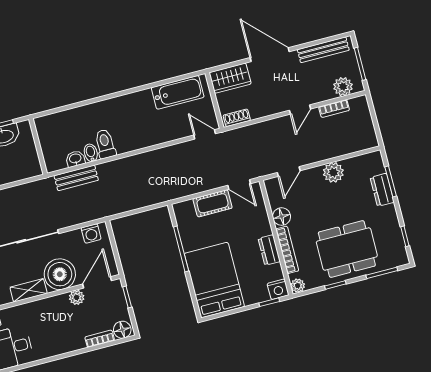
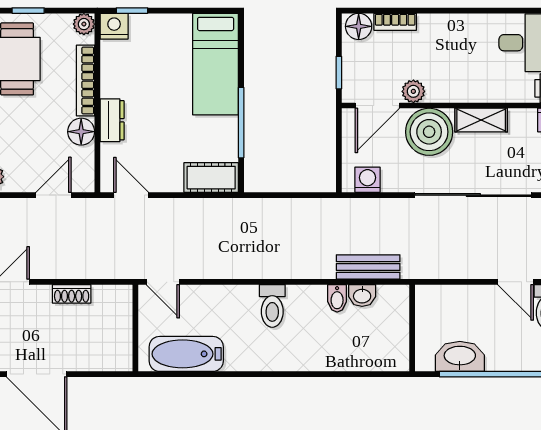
wardrobe: (230, 78) -> (104, 355), removed
shoe rack: (237, 118) -> (72, 294), moved
toilet: (105, 144) -> (272, 306), moved
cot: (213, 203) -> (211, 178), moved
dresser: (269, 250) -> (112, 120), moved
bed: (214, 280) -> (216, 64), width x0.67

